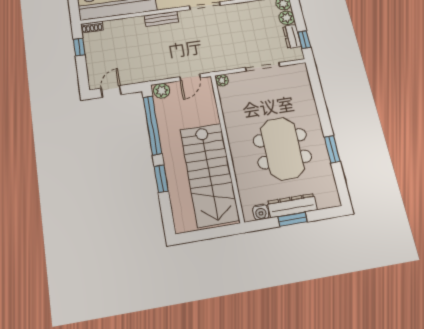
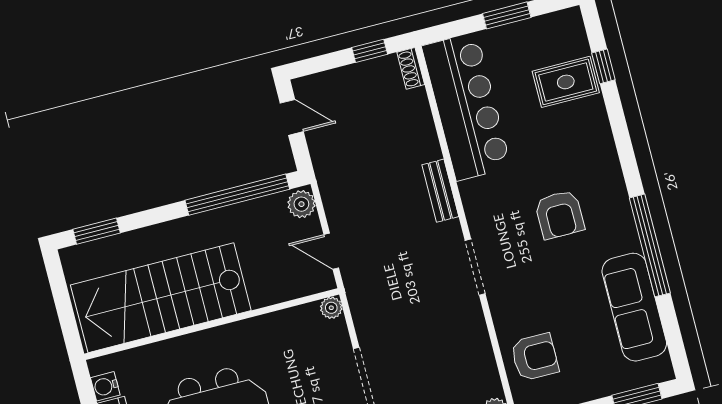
window: (161, 179) -> (97, 231), moved

